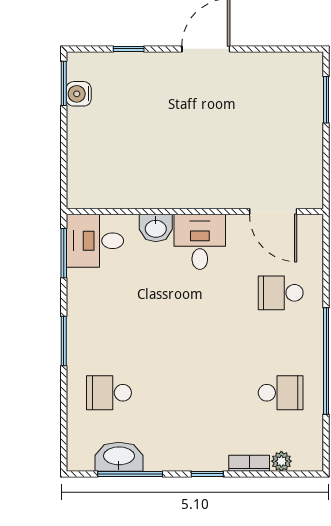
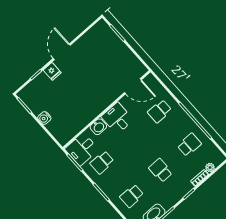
fridge: (161, 67) -> (52, 71), added
water cooler: (79, 94) -> (44, 118), moved
school desk: (109, 293) -> (102, 162), added
school desk: (195, 393) -> (161, 170), added

